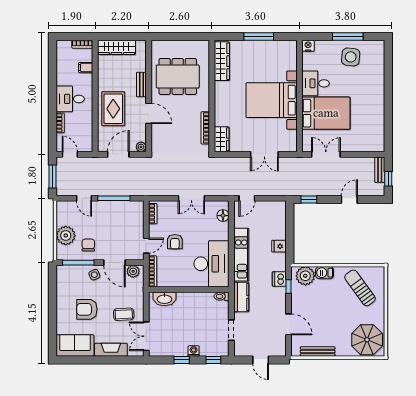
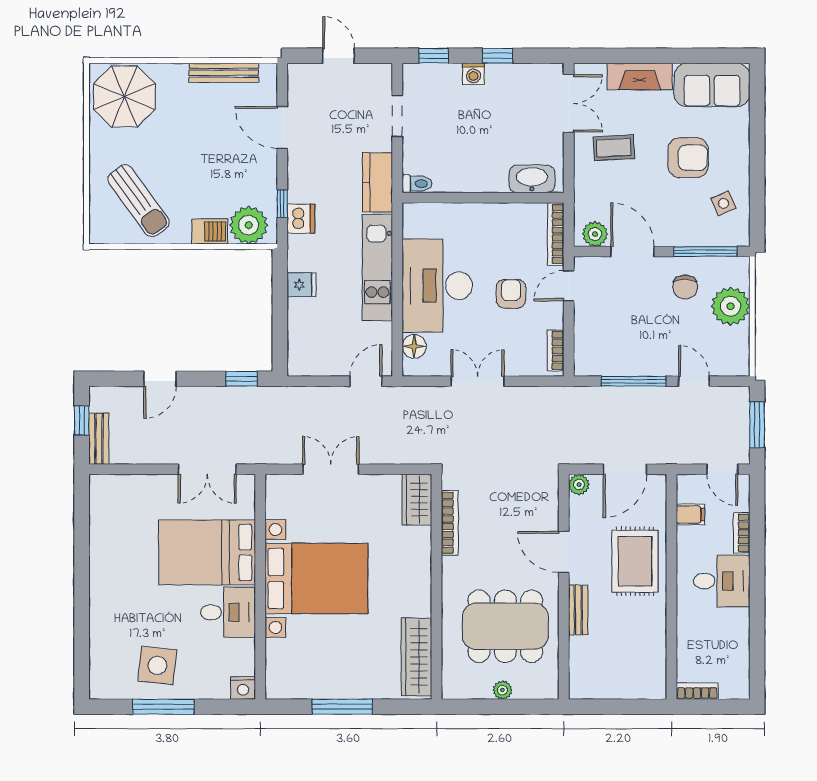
plant: (179, 45) -> (502, 690), added
wardrobe: (116, 47) -> (629, 685), removed
filing cabinet: (86, 68) -> (690, 514), moved
desk: (212, 264) -> (437, 286), moved
side table: (94, 275) -> (723, 203), moved

